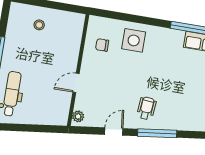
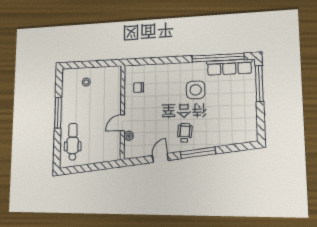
side table: (134, 40) -> (196, 90), moved
plant: (78, 116) -> (129, 136), moved

